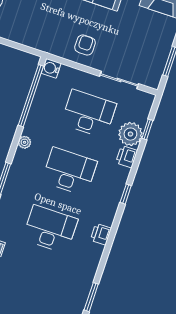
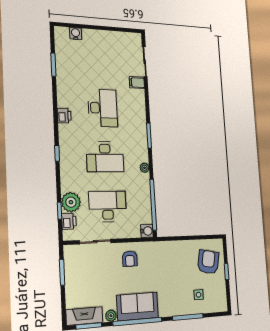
desk: (89, 114) -> (108, 206), turned 180
printer: (127, 157) -> (69, 221), moved
desk: (50, 229) -> (103, 108), turned -90

